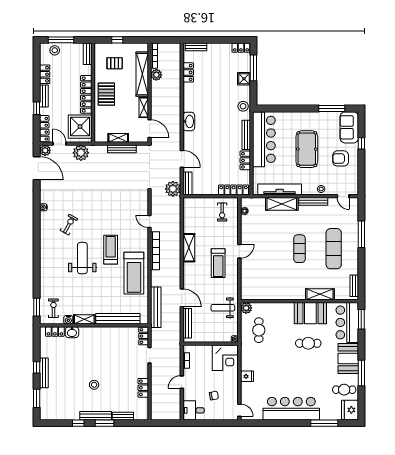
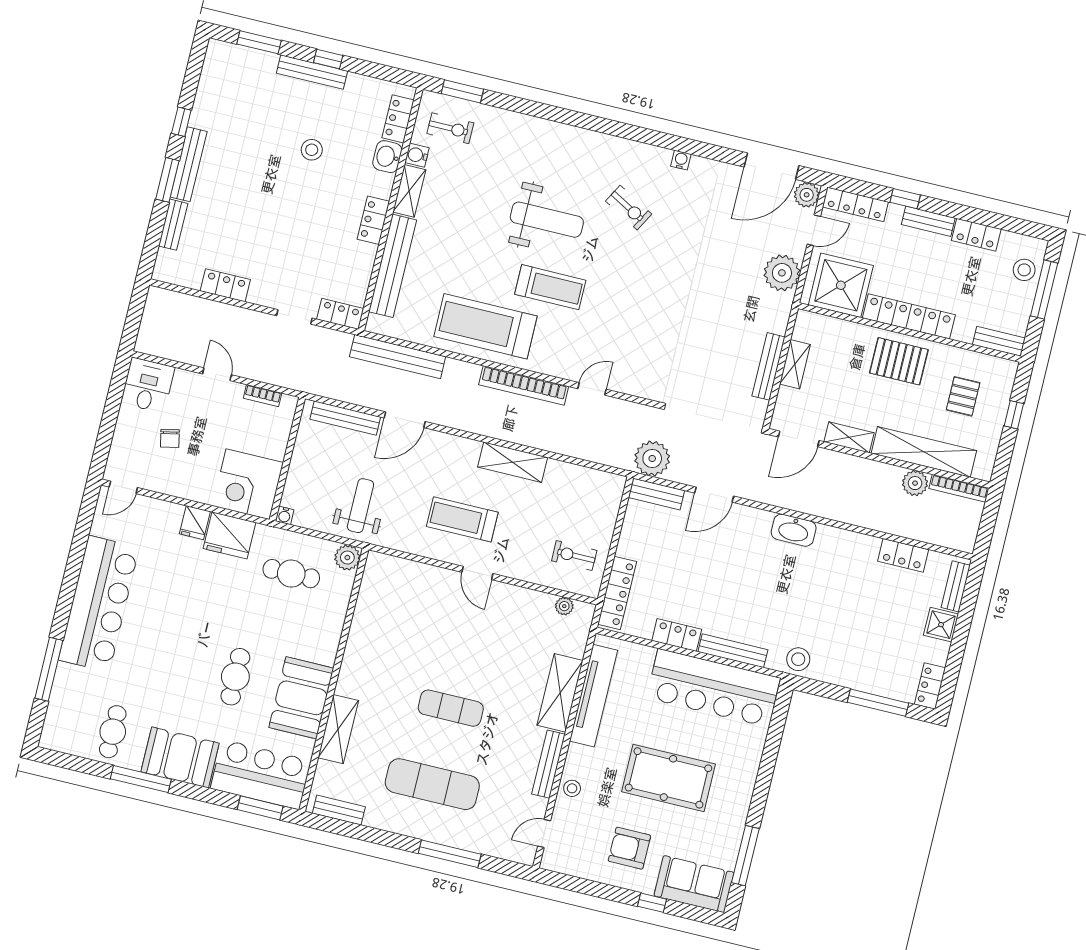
shower: (244, 79) -> (941, 625), moved
armchair: (341, 158) -> (629, 848), turned -90
locker: (100, 332) -> (373, 220), added
stool: (94, 385) -> (312, 150), moved
fridge: (350, 410) -> (229, 535), moved, turned 180

